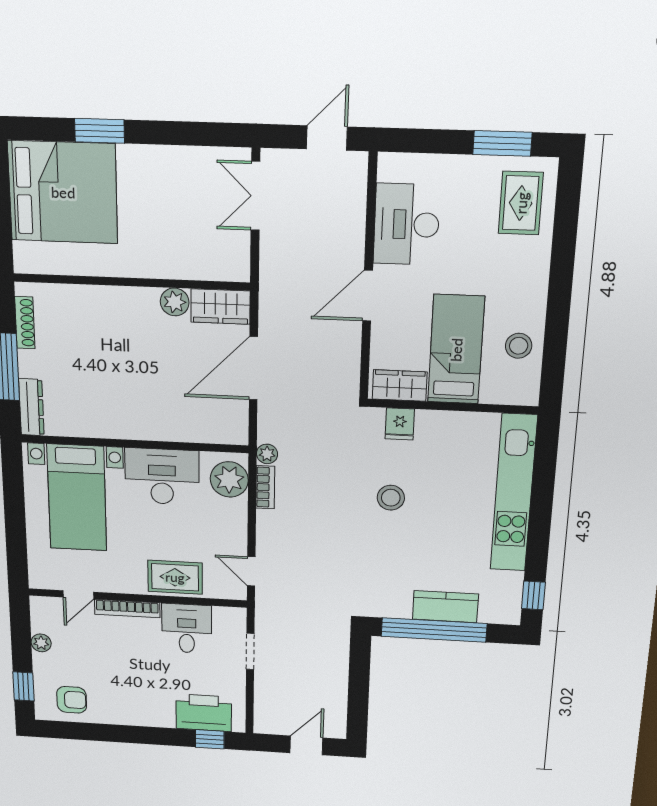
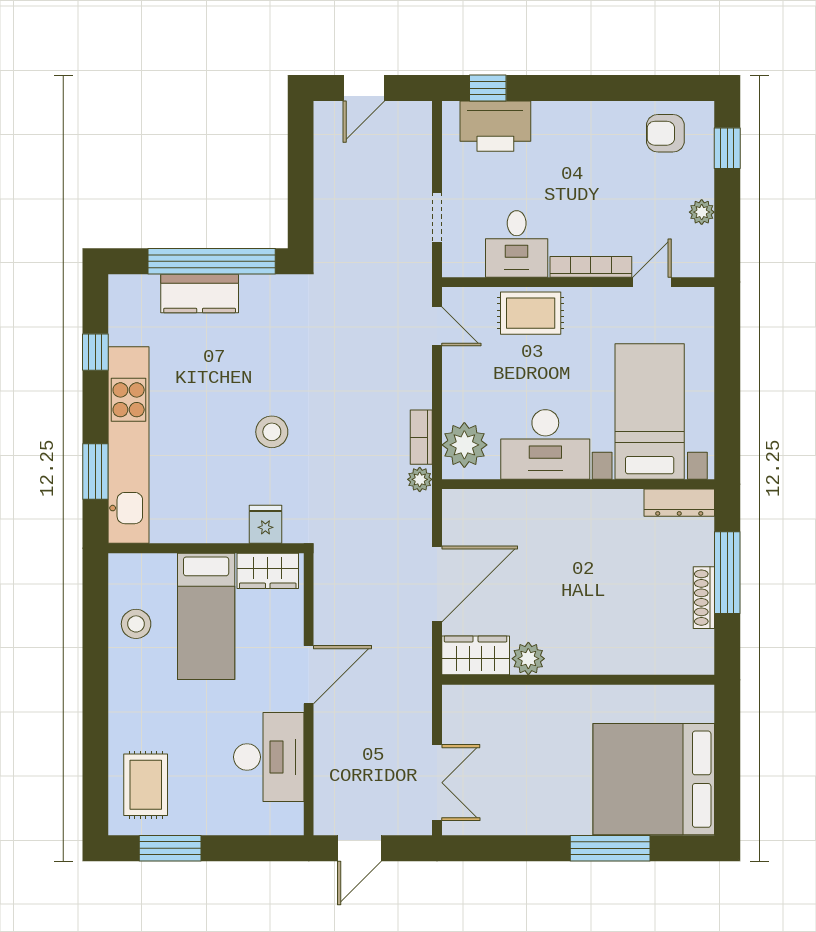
window: (100, 131) -> (610, 848), width x1.44
shoe rack: (25, 323) -> (704, 598), moved
dresser: (31, 407) -> (679, 503), moved, turned -90
window: (544, 474) -> (95, 471), added
window: (533, 595) -> (95, 352), moved

